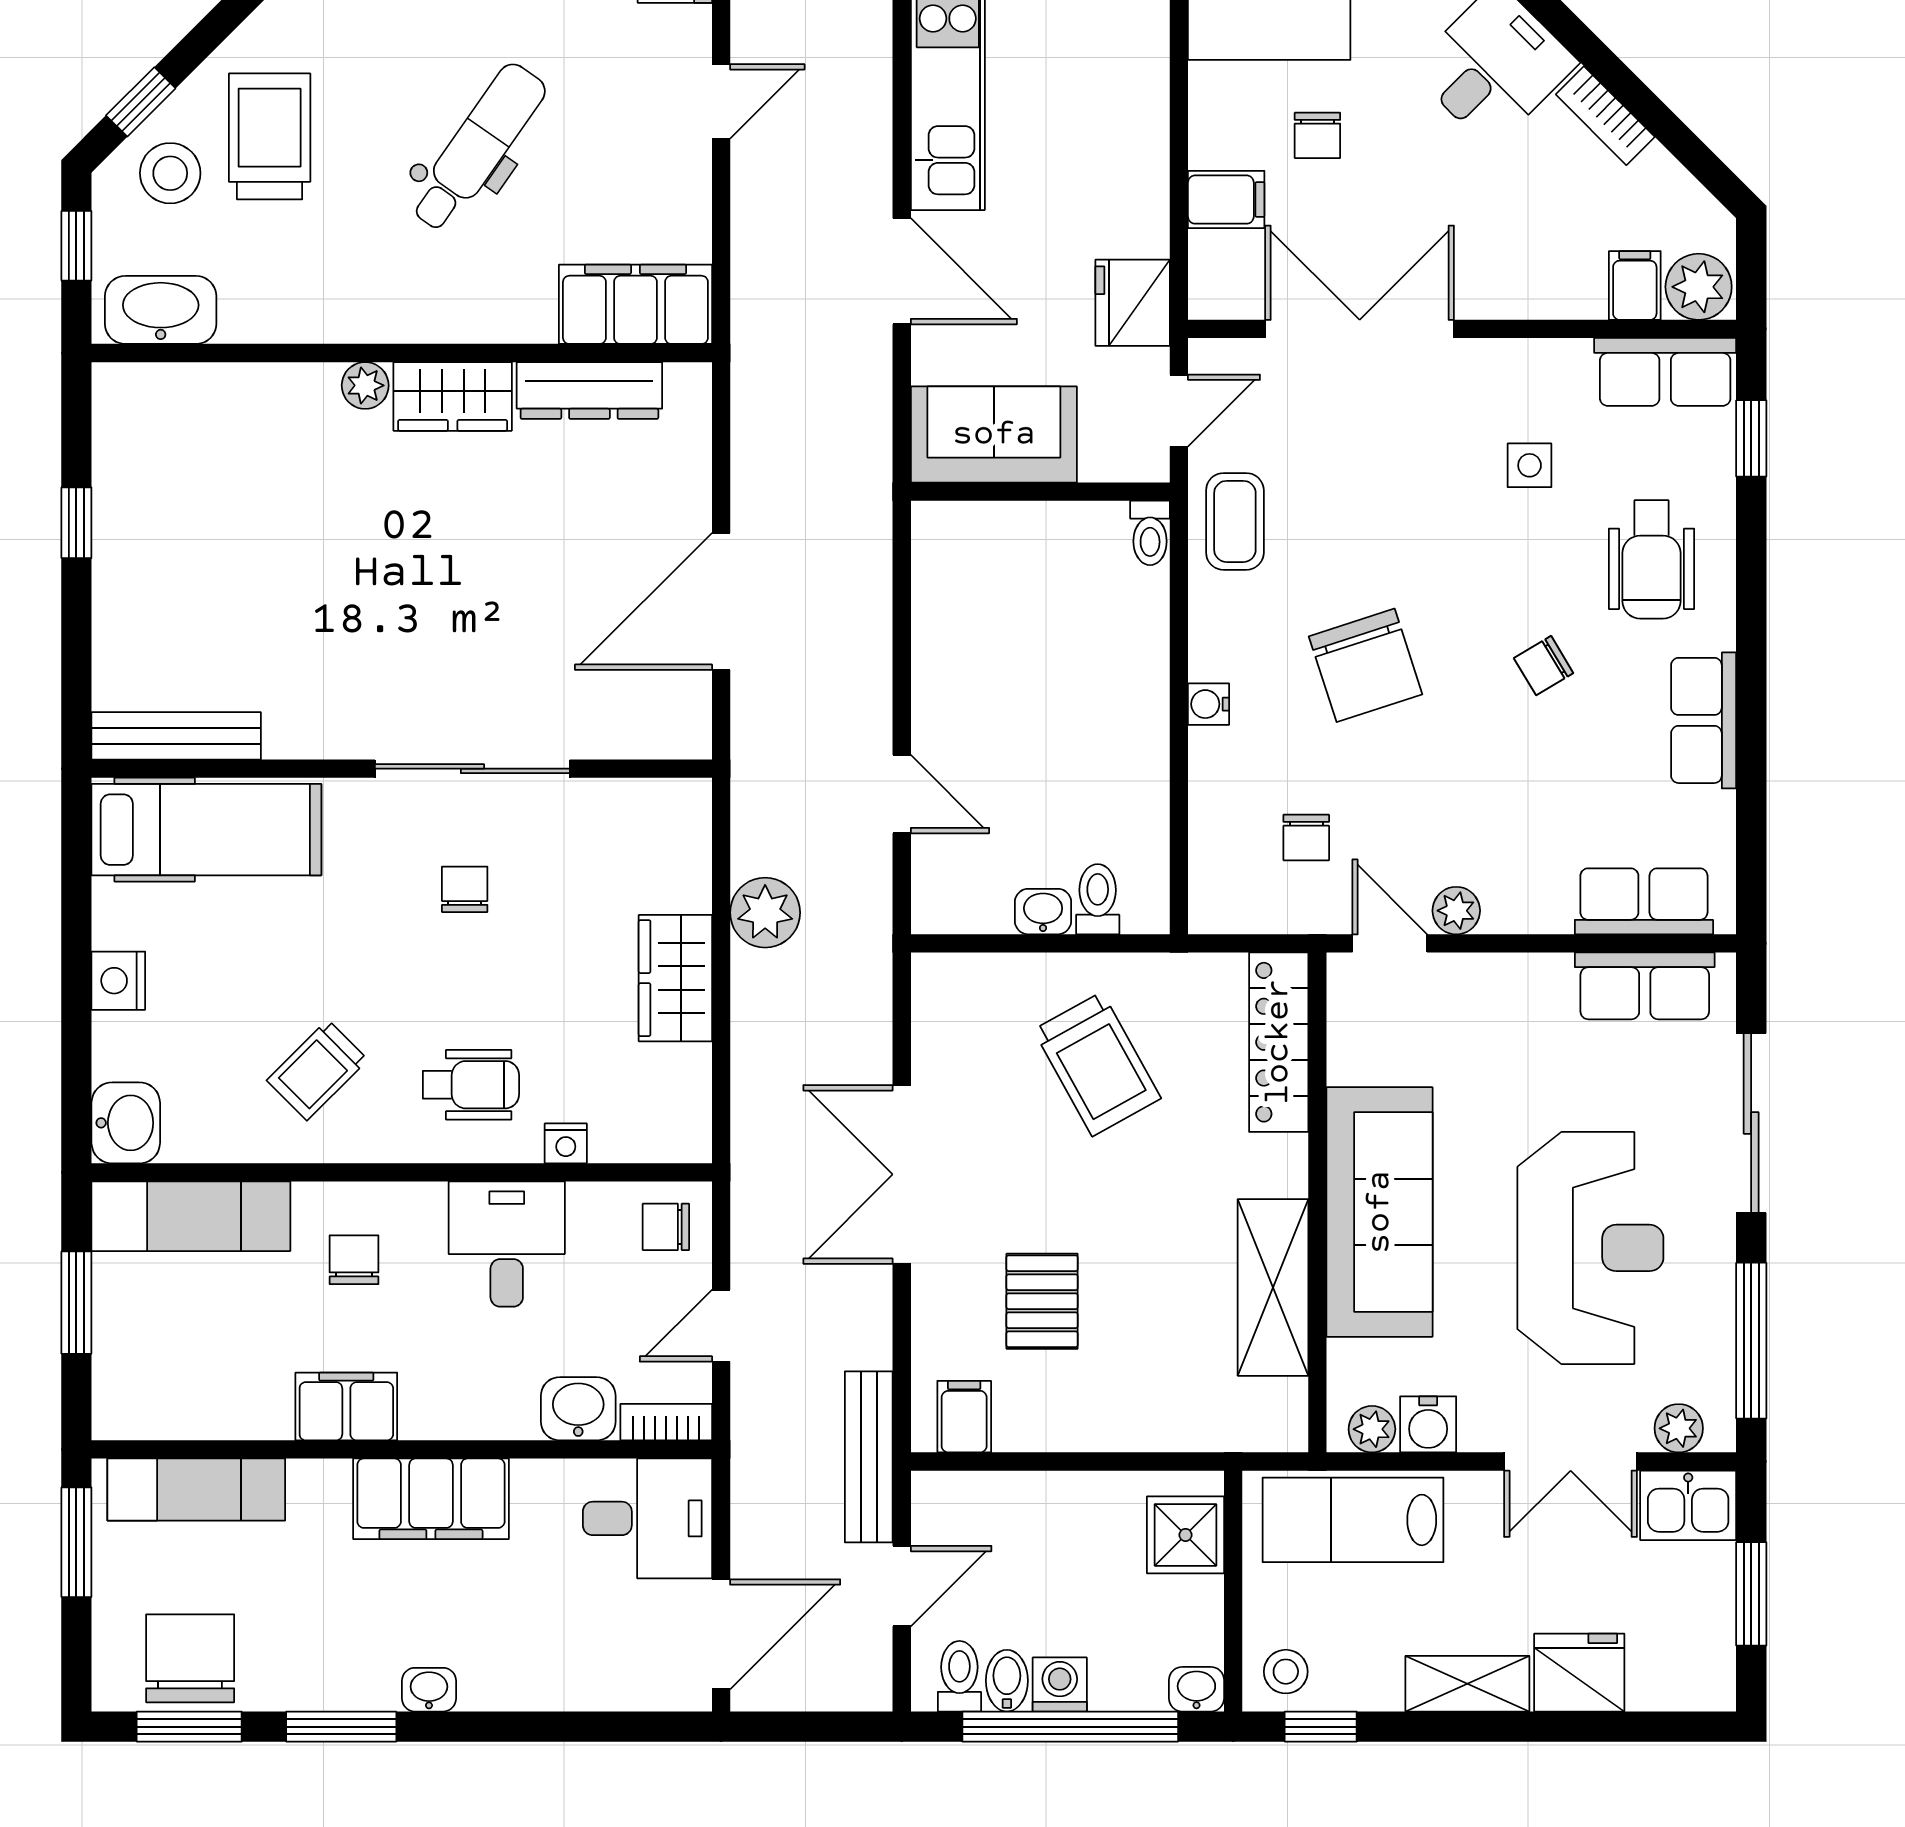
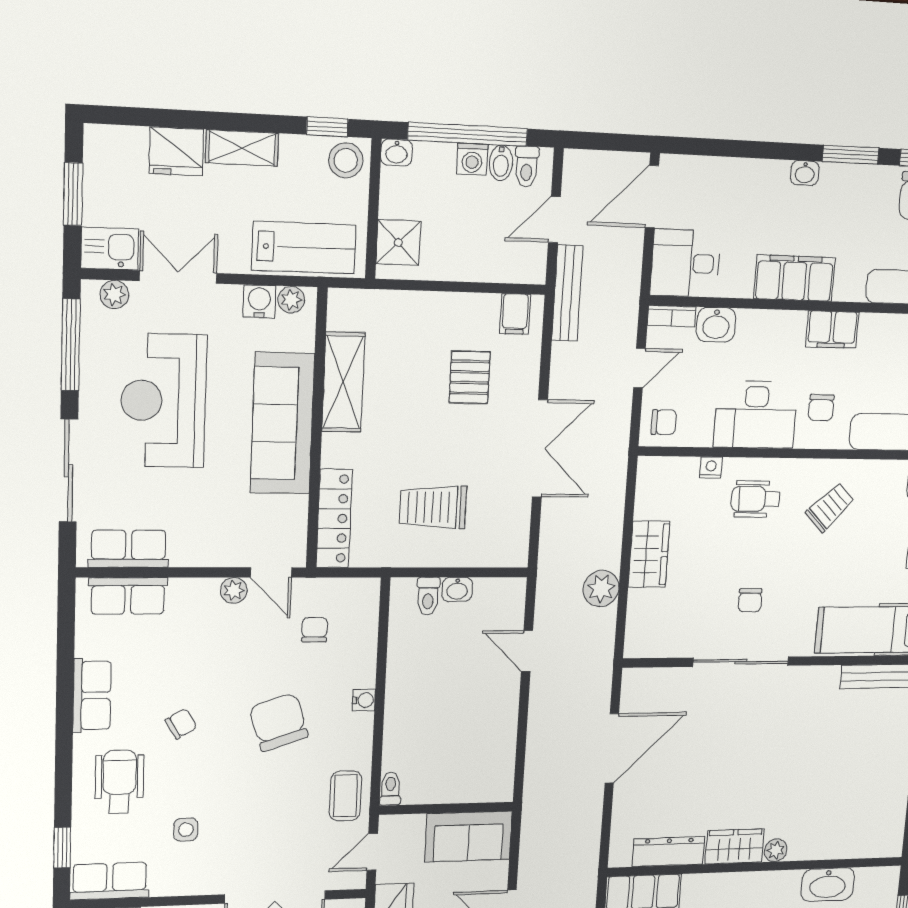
washbasin: (161, 310) -> (828, 885), moved
trolley: (1097, 1064) -> (433, 507), turned -61
desk: (507, 1244) -> (756, 415), width x1.37
stool: (1286, 1672) -> (346, 160), width x1.37, depth x1.37

